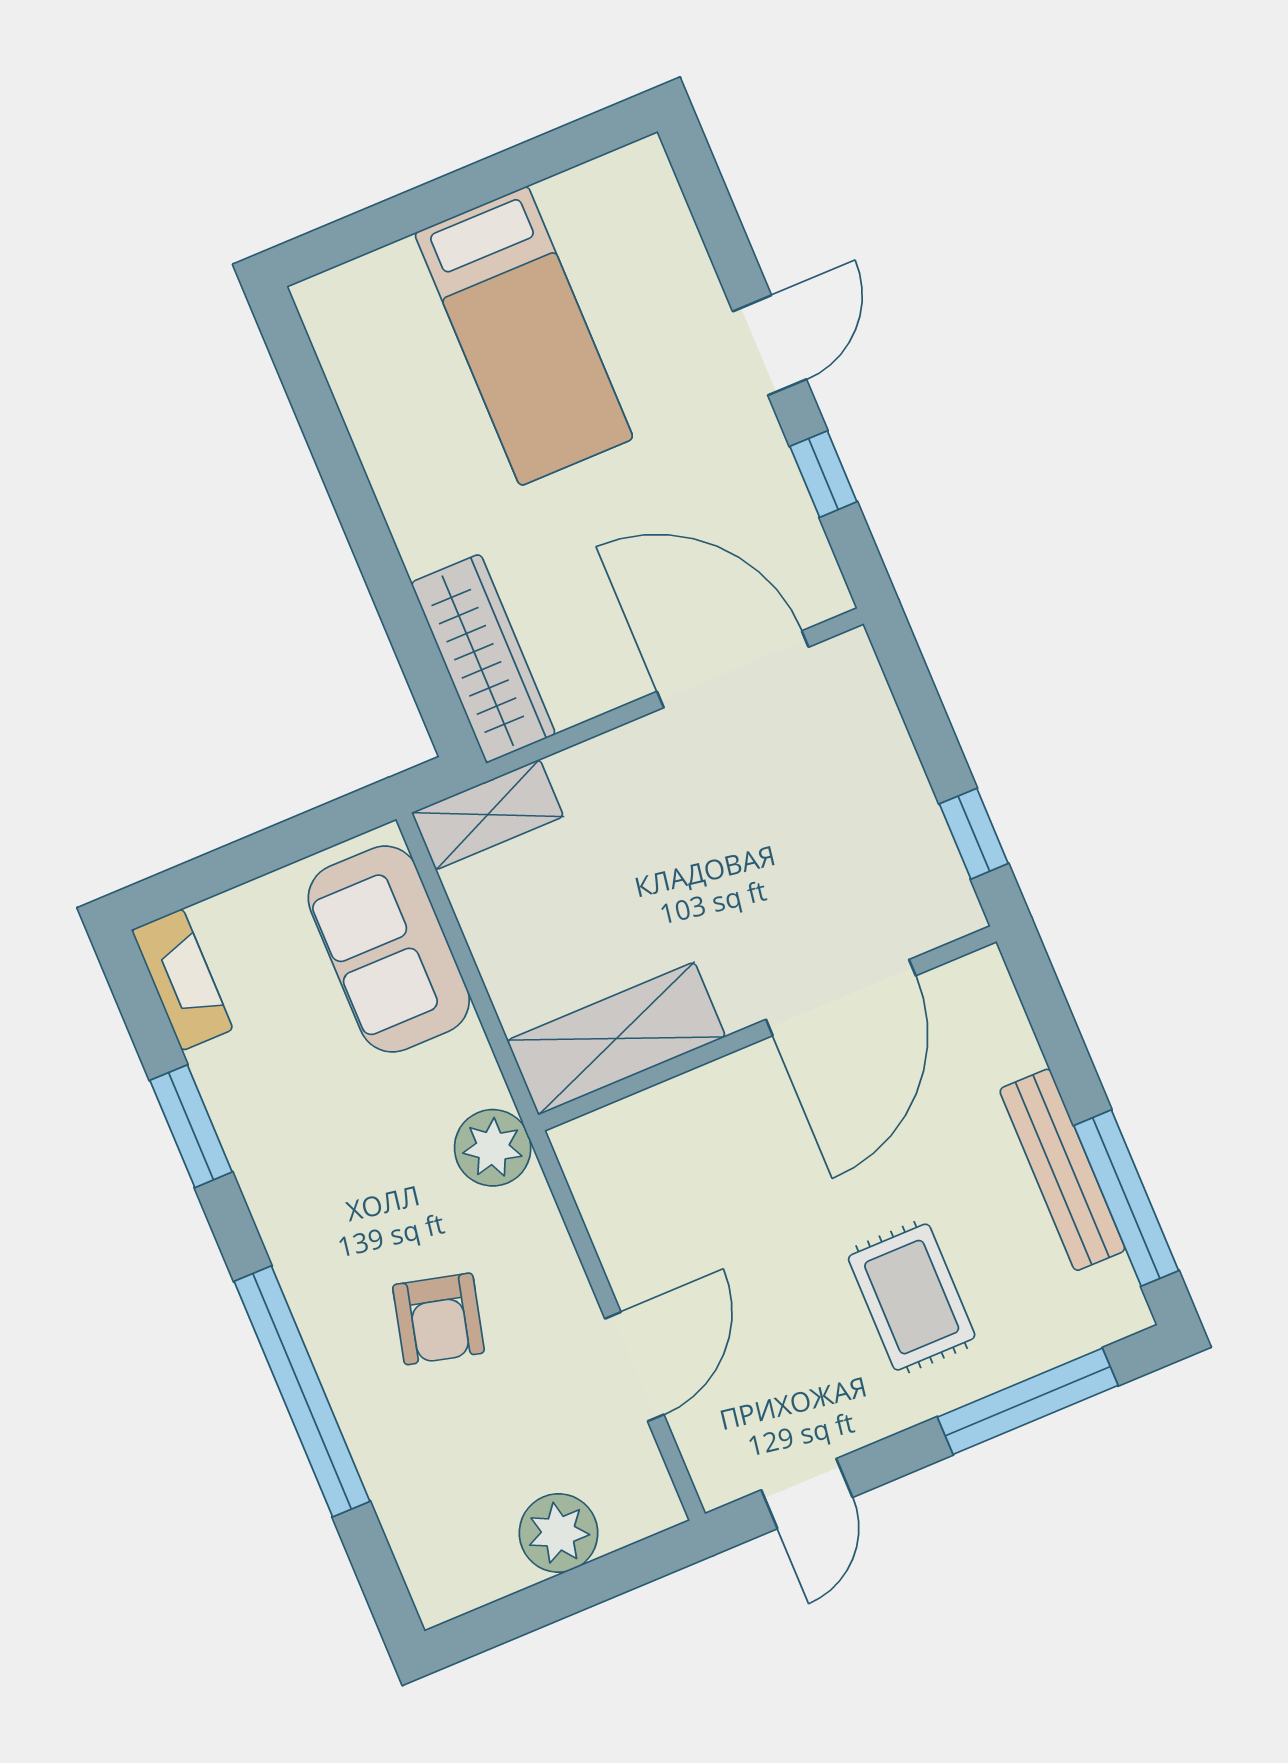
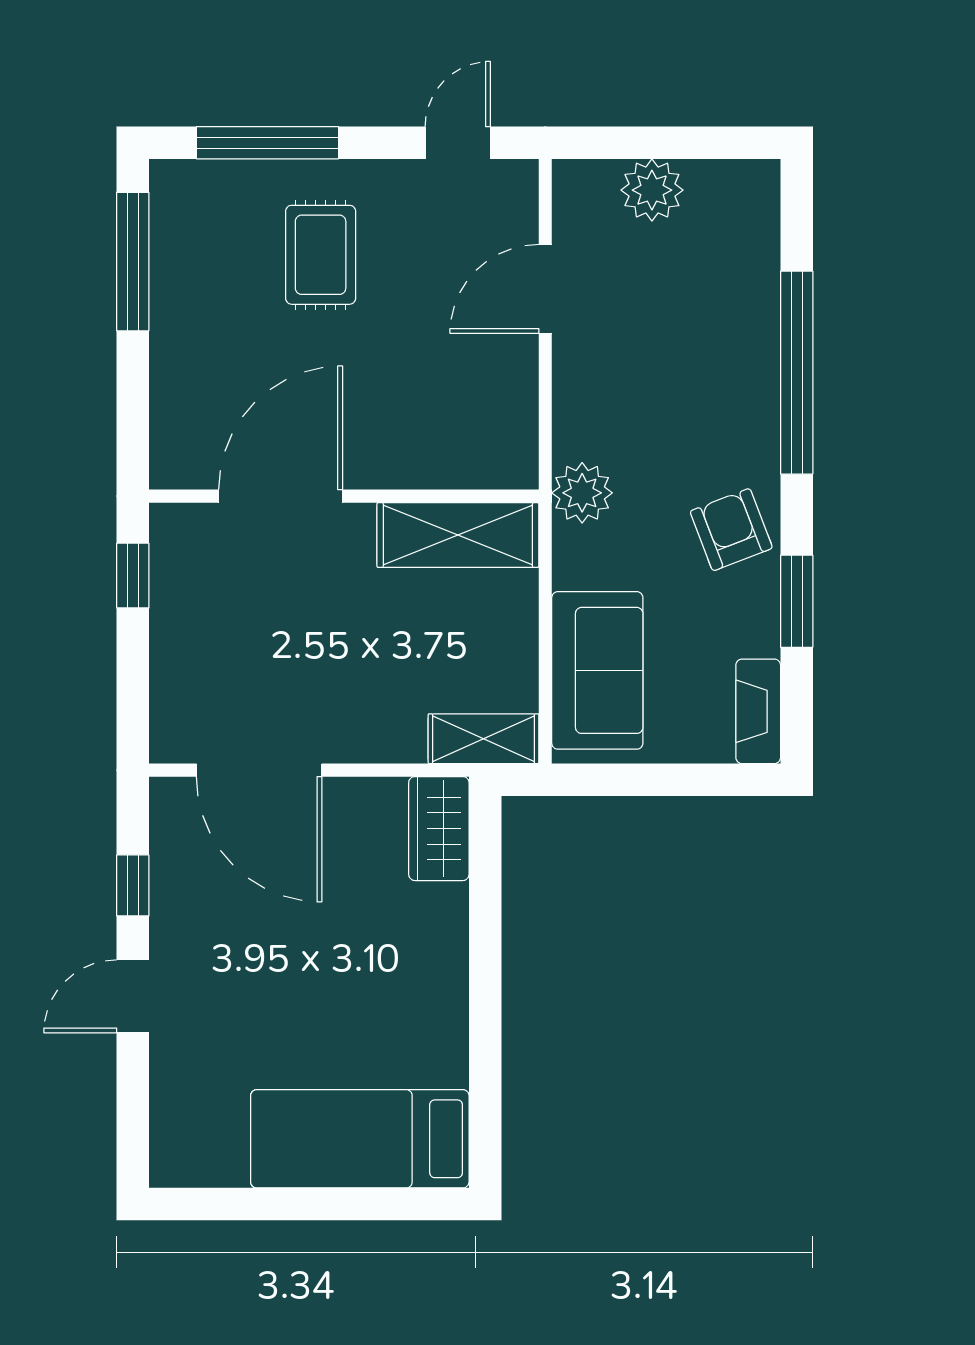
bed: (524, 336) -> (360, 1139), moved, turned -90
wardrobe: (483, 658) -> (439, 829), width x0.67
bench: (1062, 1170) -> (171, 302), removed
armchair: (438, 1319) -> (731, 530), moved, turned -35

